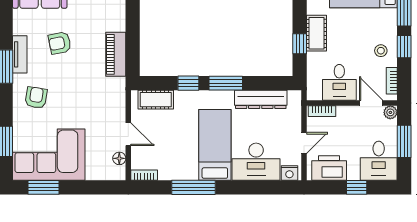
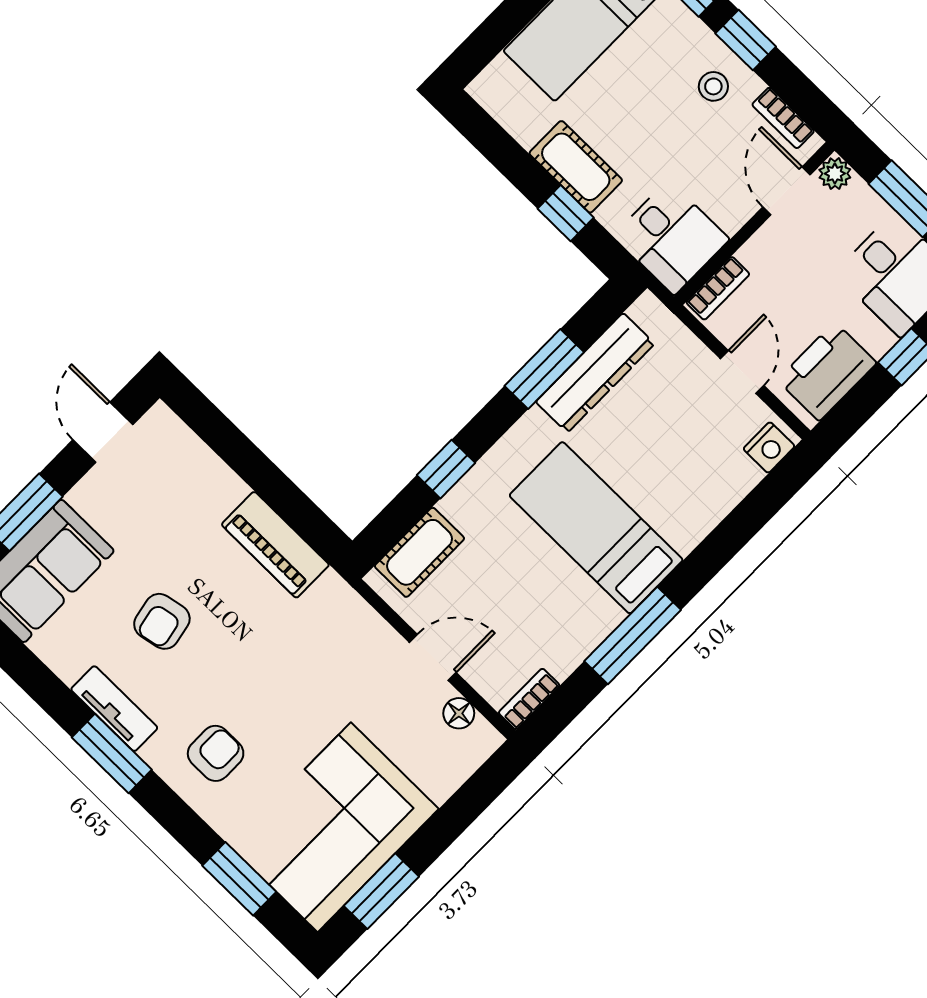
desk: (339, 82) -> (671, 237), moved
window: (226, 83) -> (544, 369), moved
armchair: (36, 98) -> (216, 753), turned 81
door: (371, 103) -> (786, 191), hinge flipped
desk: (256, 162) -> (694, 485), removed

